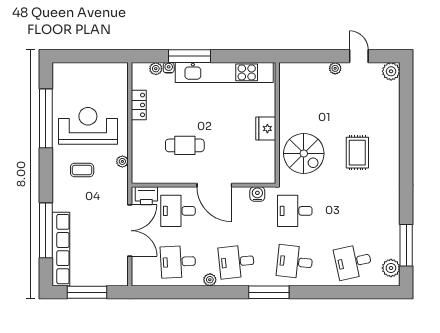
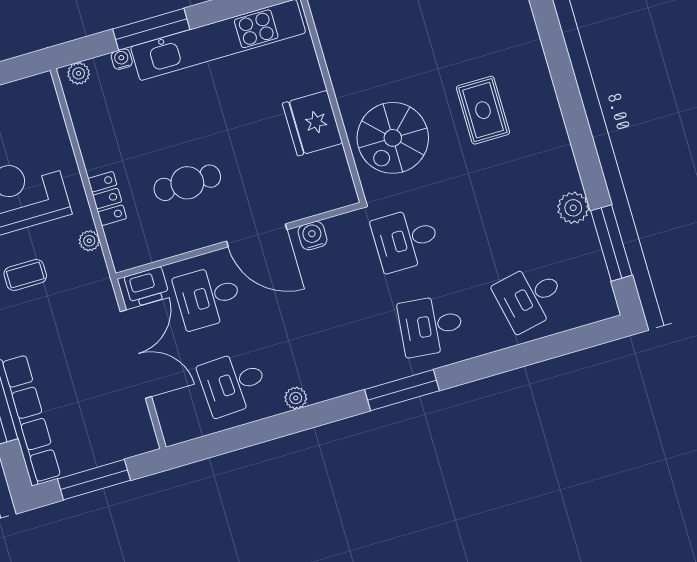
plant: (156, 69) -> (79, 73), moved
locker: (139, 105) -> (107, 199), moved
fridge: (266, 129) -> (312, 123), width x1.36, depth x1.34
spiral stairs: (304, 153) -> (393, 138), turned 90
water cooler: (257, 194) -> (312, 236), moved
desk: (236, 262) -> (332, 354), removed
plant: (391, 268) -> (573, 208), moved

